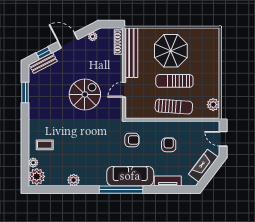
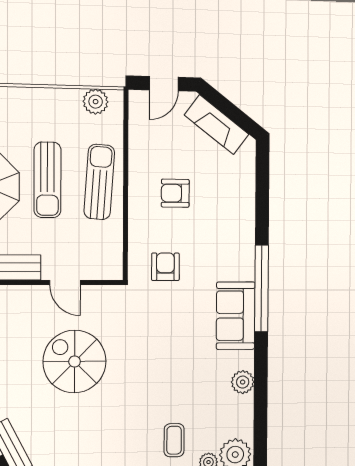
sofa: (130, 176) -> (236, 316), moved, width x0.73
tv unit: (168, 181) -> (246, 196), removed

